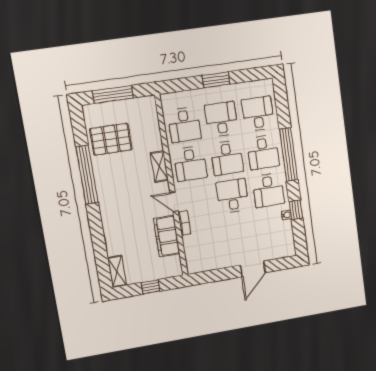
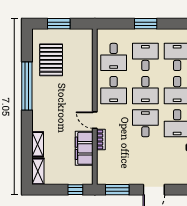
window: (113, 94) -> (59, 24), width x0.69
pallet: (111, 139) -> (51, 60), turned 90
shelving: (159, 167) -> (38, 144), moved
window: (212, 276) -> (117, 190), added
window: (151, 287) -> (75, 190), moved

